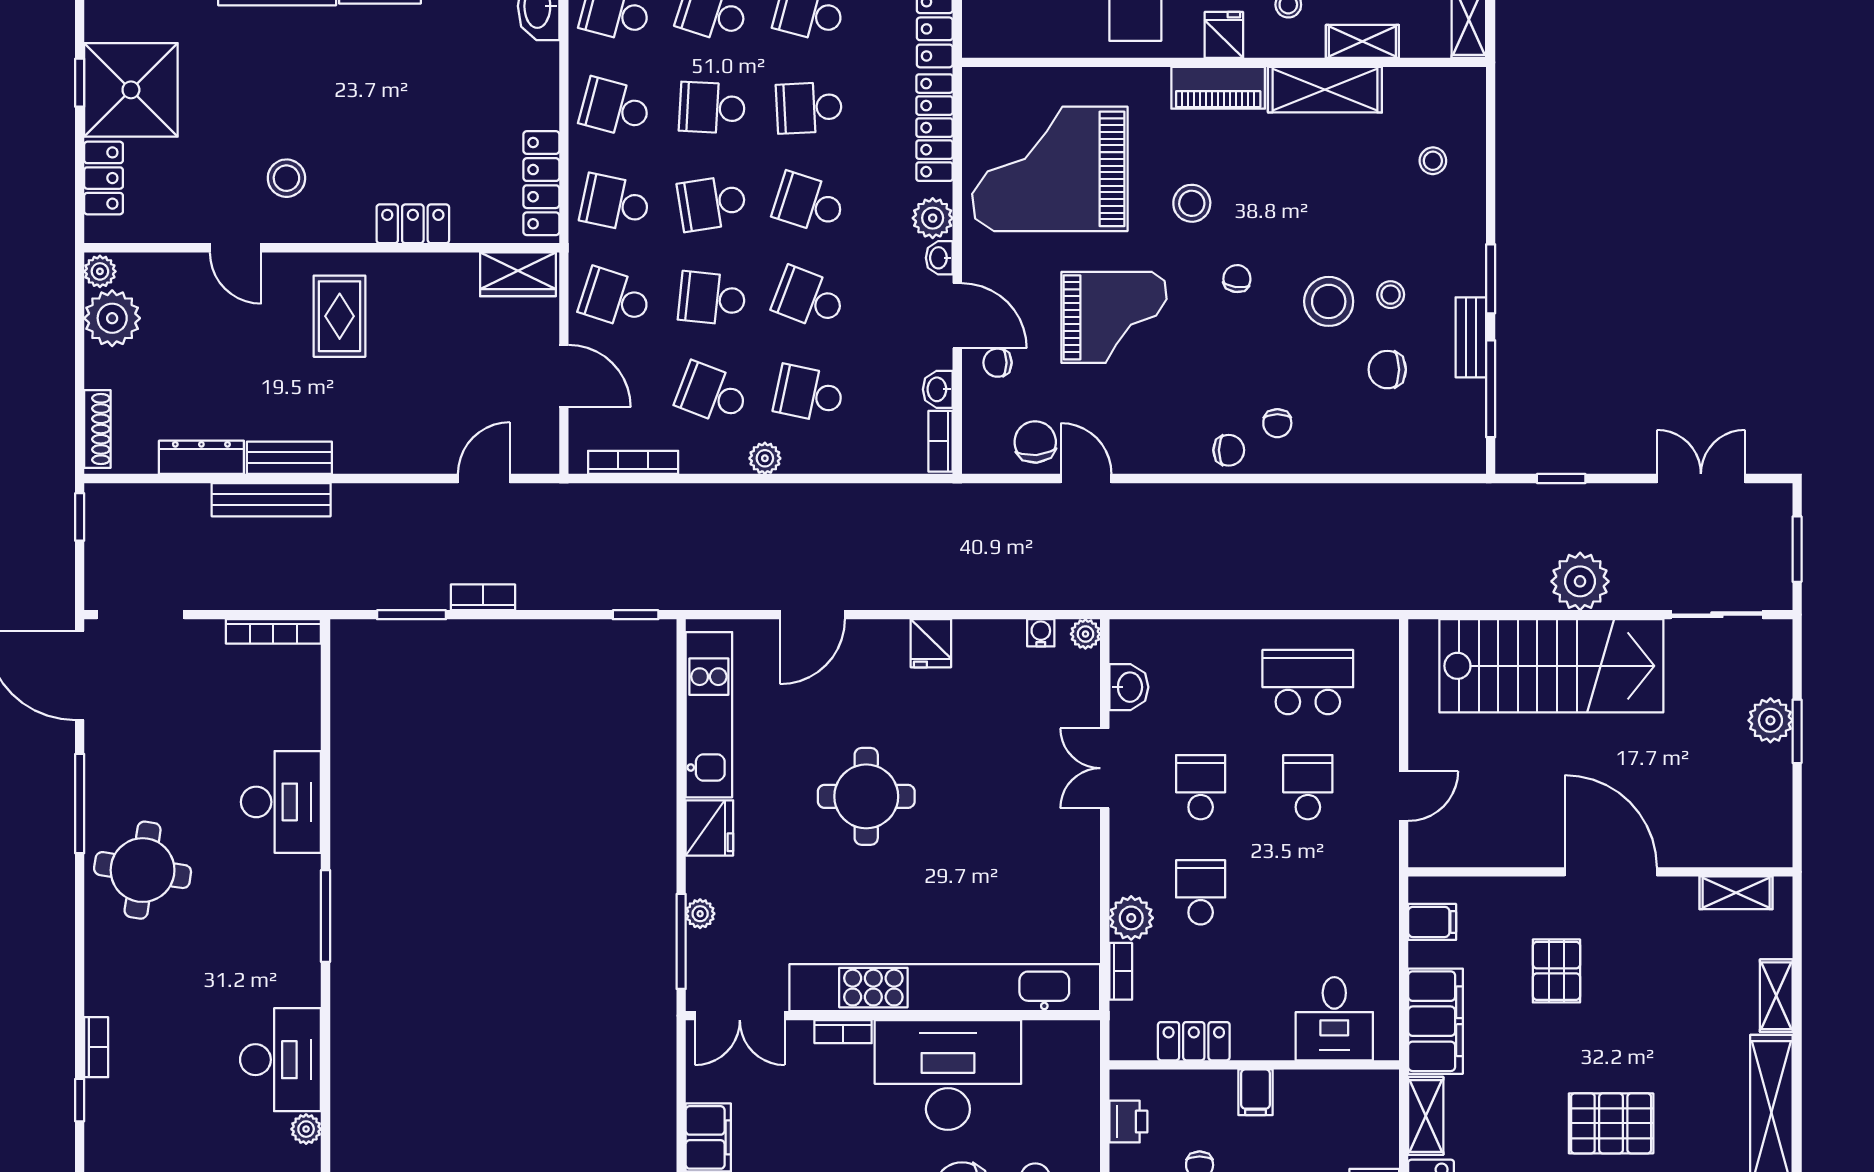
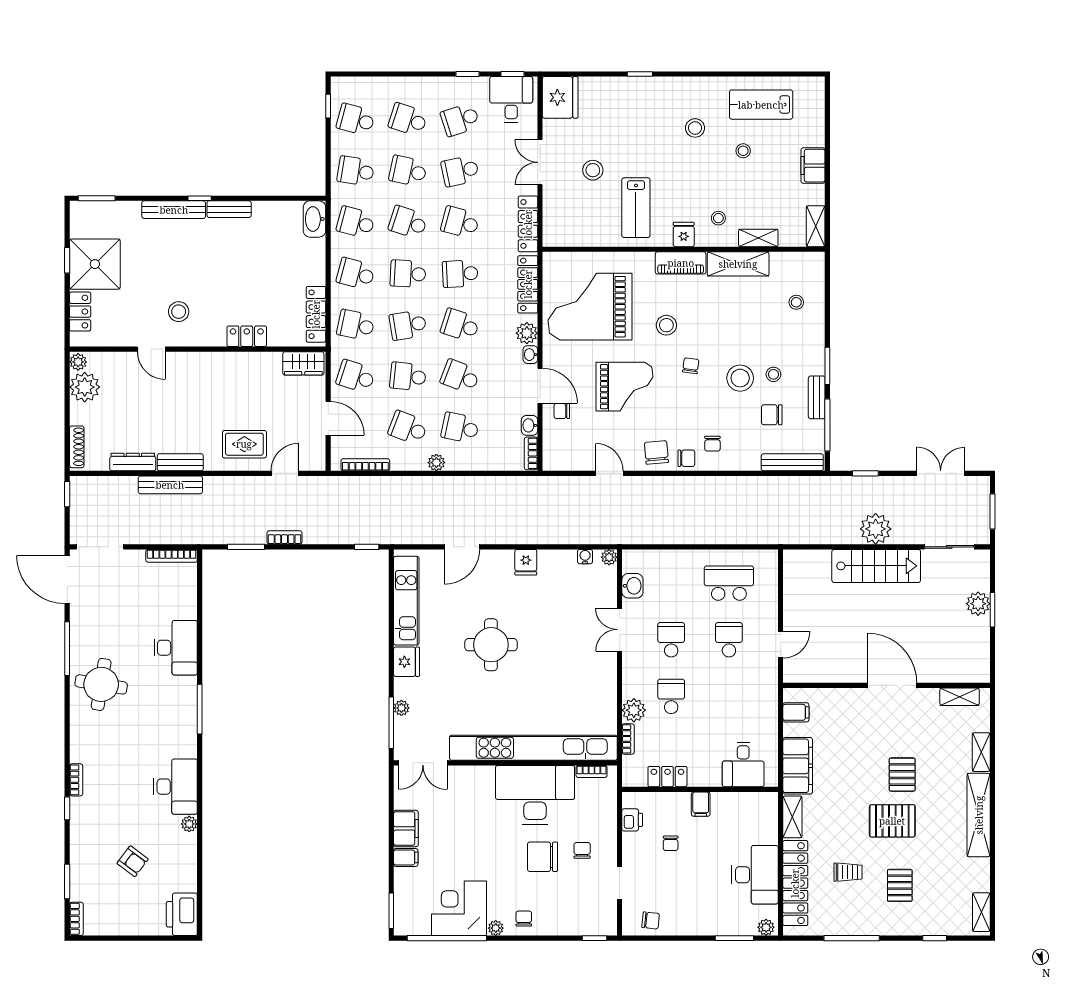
rug: (340, 316) -> (244, 444), moved, turned 90
chair: (1035, 442) -> (656, 452), moved
bench: (1426, 458) -> (792, 462), added
stairs: (1551, 666) -> (876, 566), width x0.73, depth x0.66
pallet: (1556, 971) -> (902, 775), moved
bookcase: (843, 1032) -> (592, 771), moved

